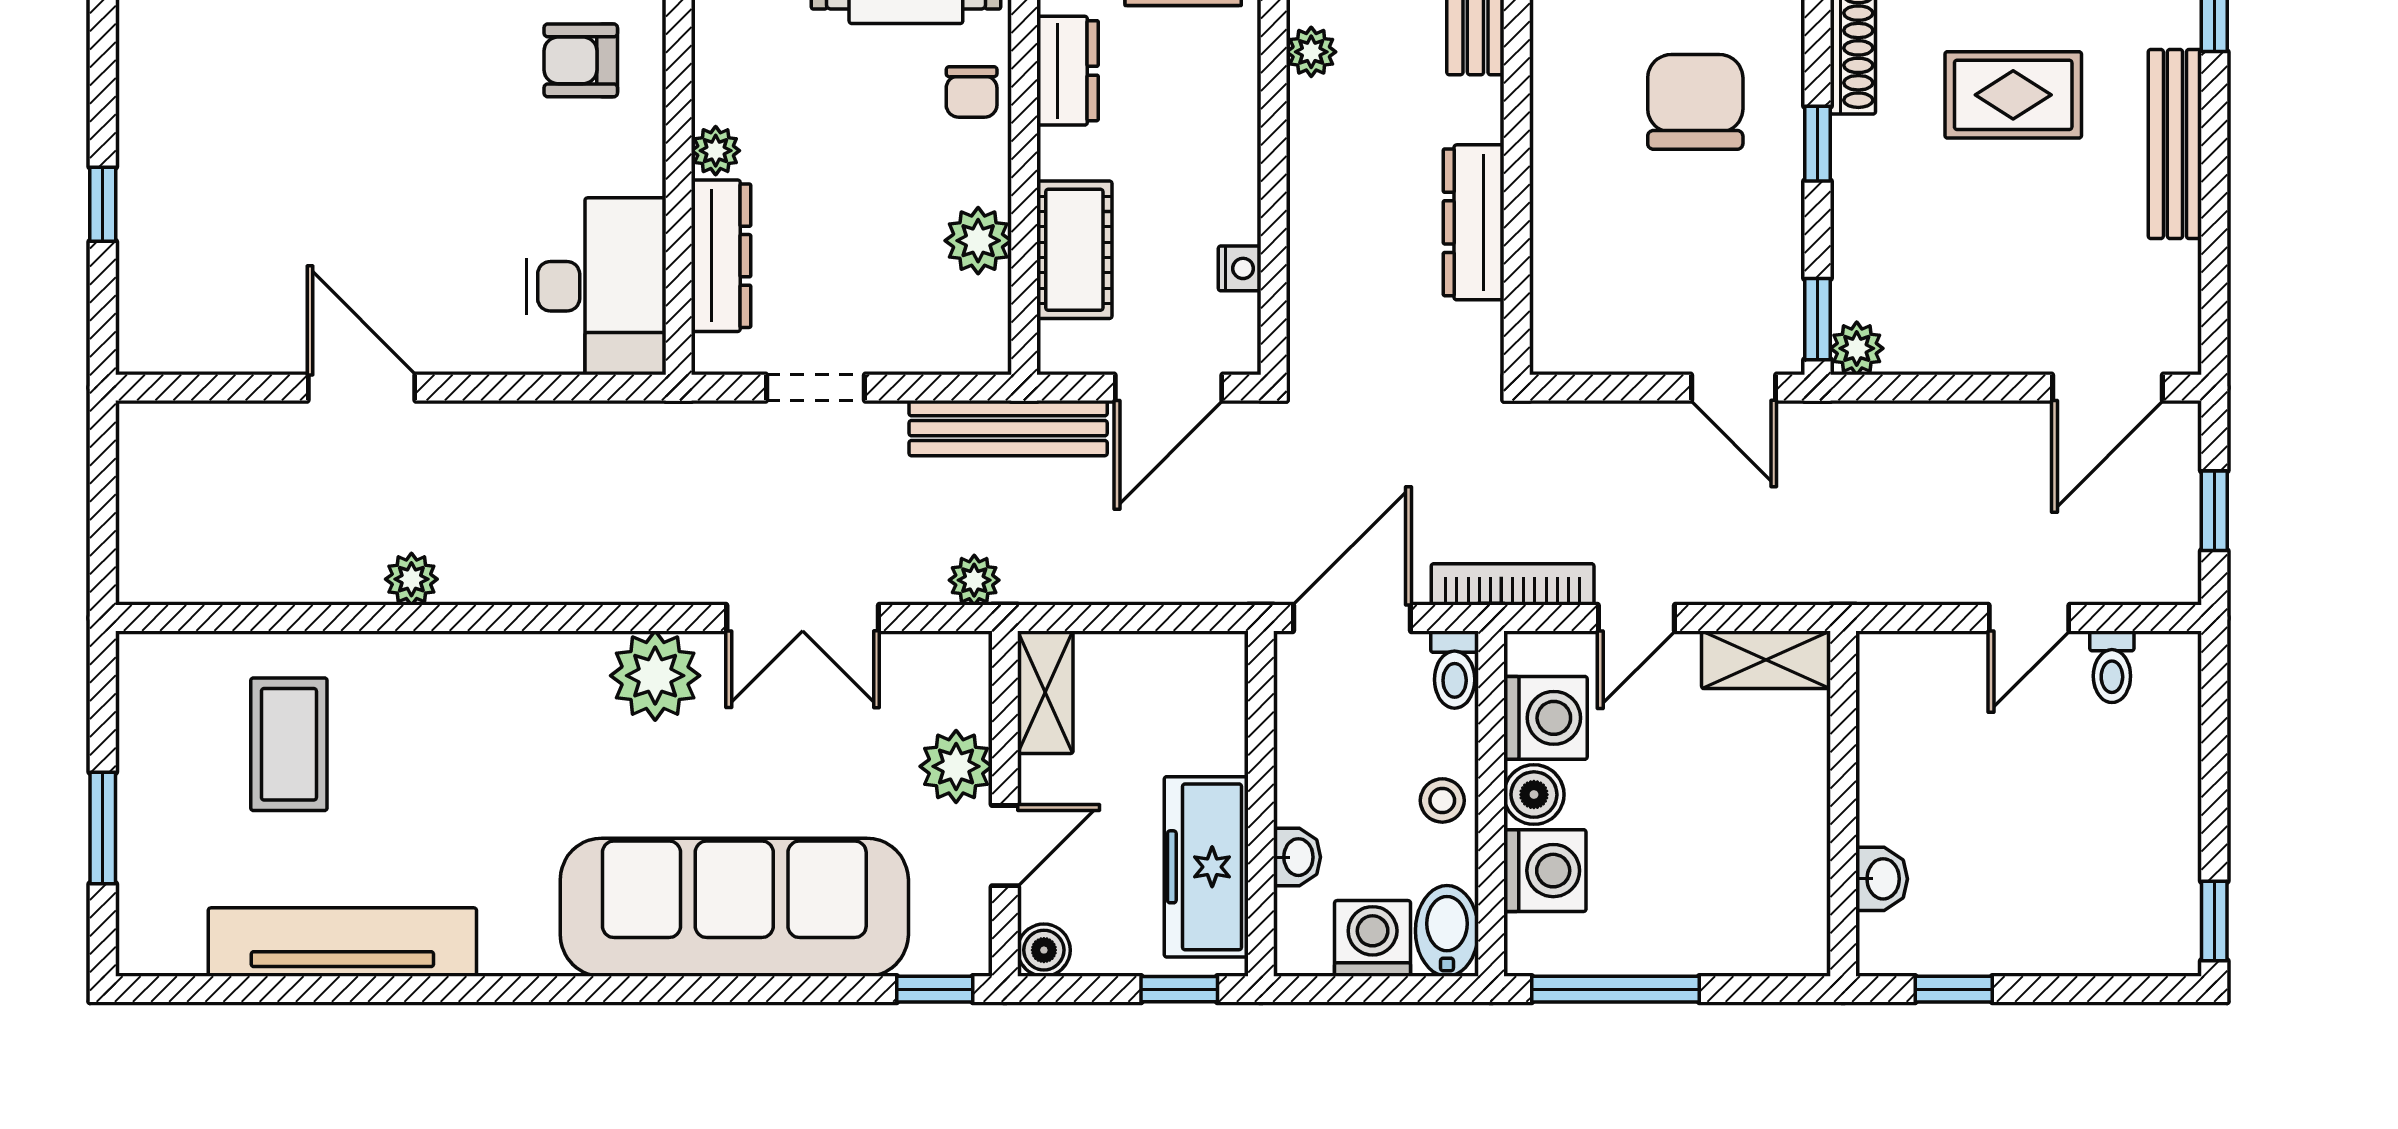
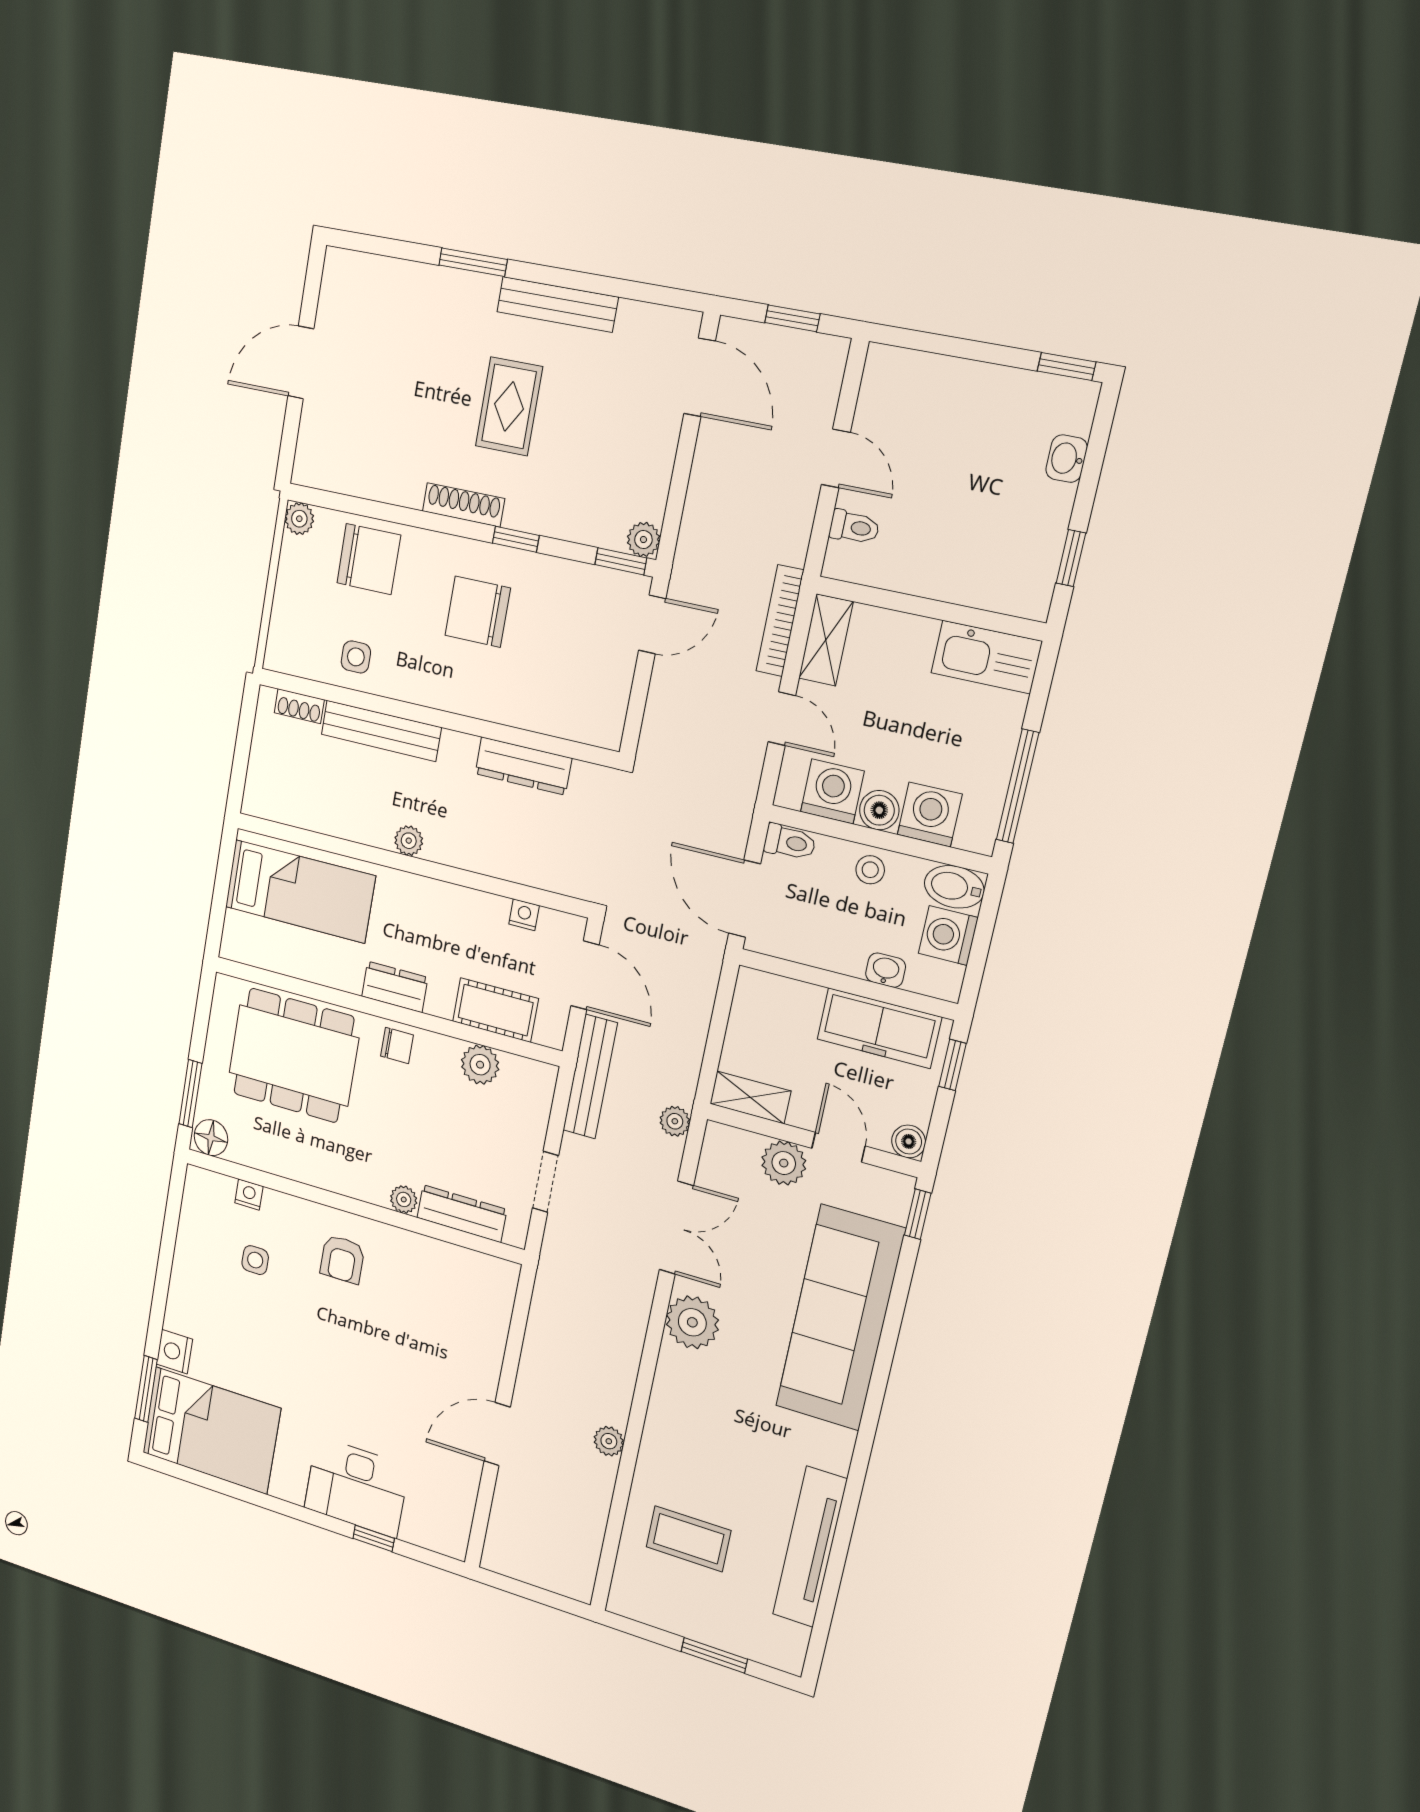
desk: (596, 286) -> (356, 1487), moved, turned 180
bookcase: (1513, 584) -> (780, 621), moved
toilet: (2112, 667) -> (854, 527), moved
washbasin: (1882, 879) -> (1067, 459), moved, turned -90
kitchen sink: (1791, 901) -> (986, 657), added

